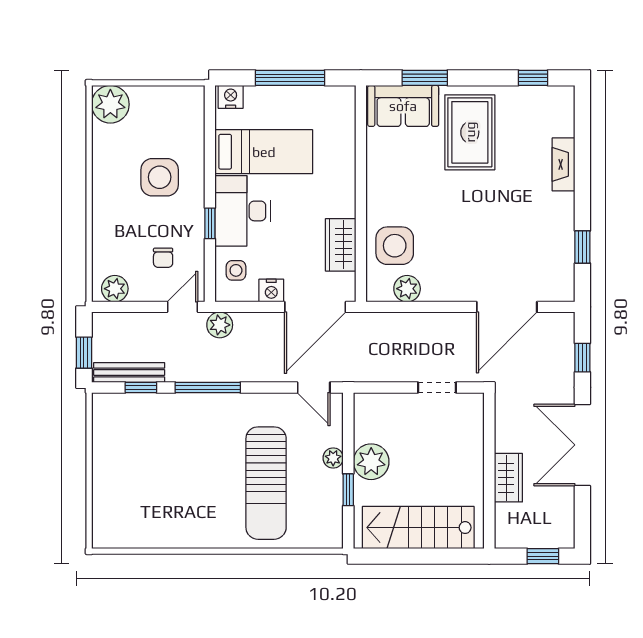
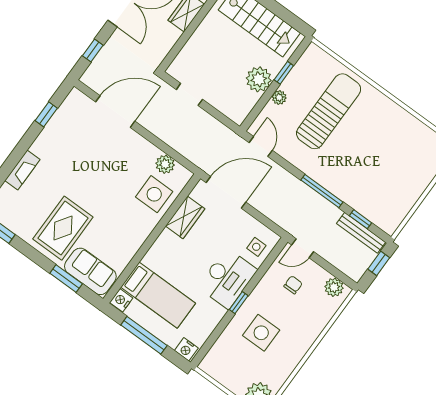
bed: (264, 152) -> (158, 295), moved, turned 180
window: (210, 223) -> (239, 303), moved
nightstand: (271, 291) -> (121, 300), moved, turned -90
plant: (220, 325) -> (289, 222), removed

